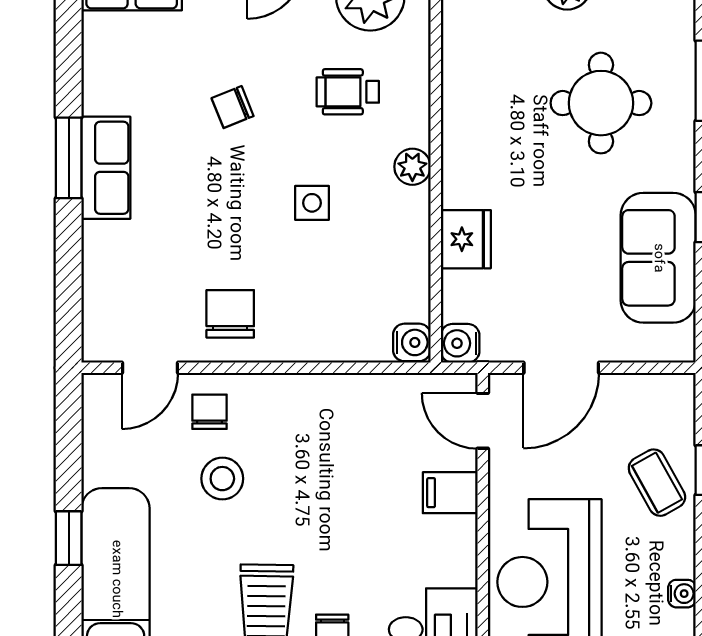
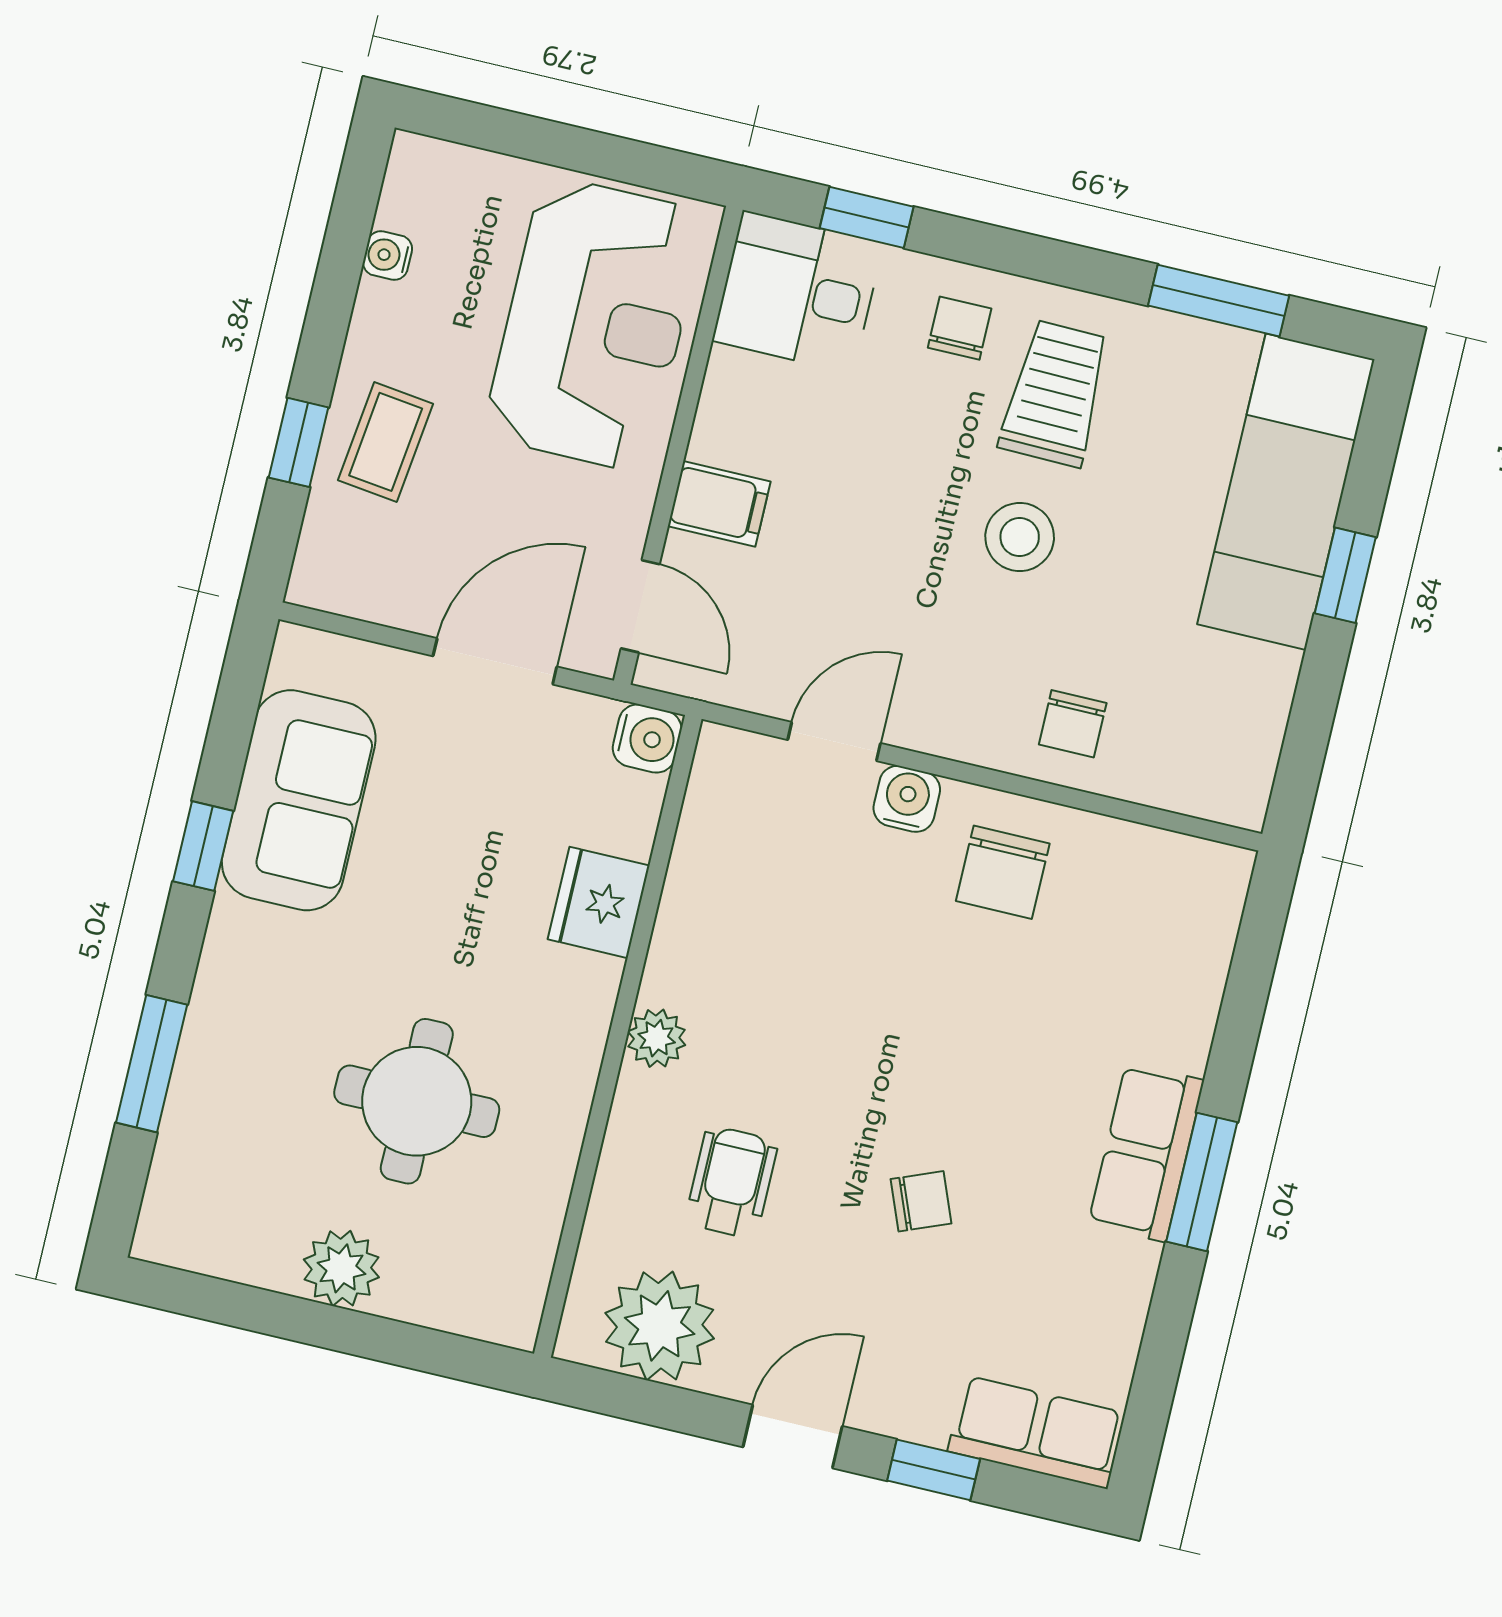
wheelchair: (348, 92) -> (731, 1182), turned -90
round table: (601, 103) -> (417, 1101), moved
side table: (312, 203) -> (830, 1019), removed
water cooler: (412, 342) -> (907, 799), moved, turned 90
door: (150, 368) -> (834, 742), moved
stool: (222, 479) -> (1020, 537), moved
coffee table: (657, 483) -> (386, 442), turned 36

